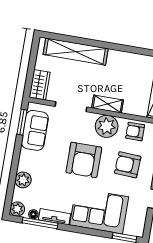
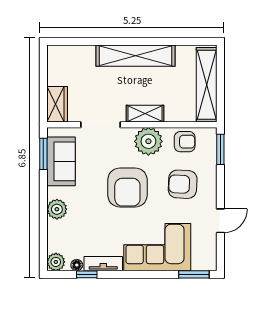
shelving: (76, 52) -> (136, 56), moved
armchair: (135, 131) -> (185, 142), turned 180
plant: (23, 180) -> (57, 209), moved
window: (40, 223) -> (87, 274), width x0.46

